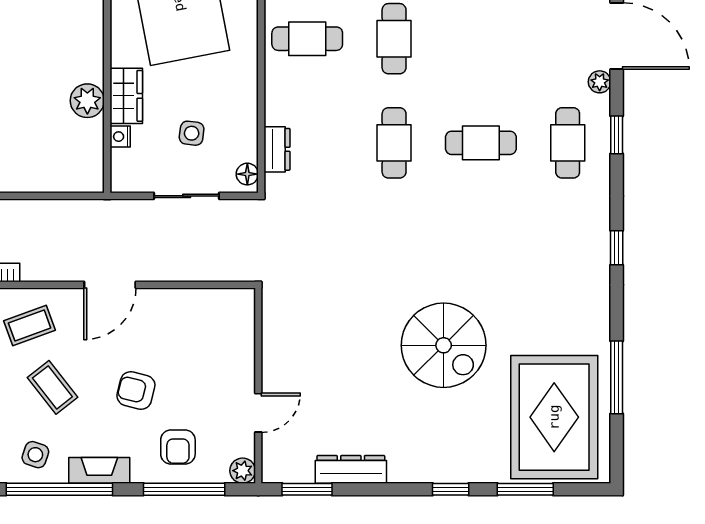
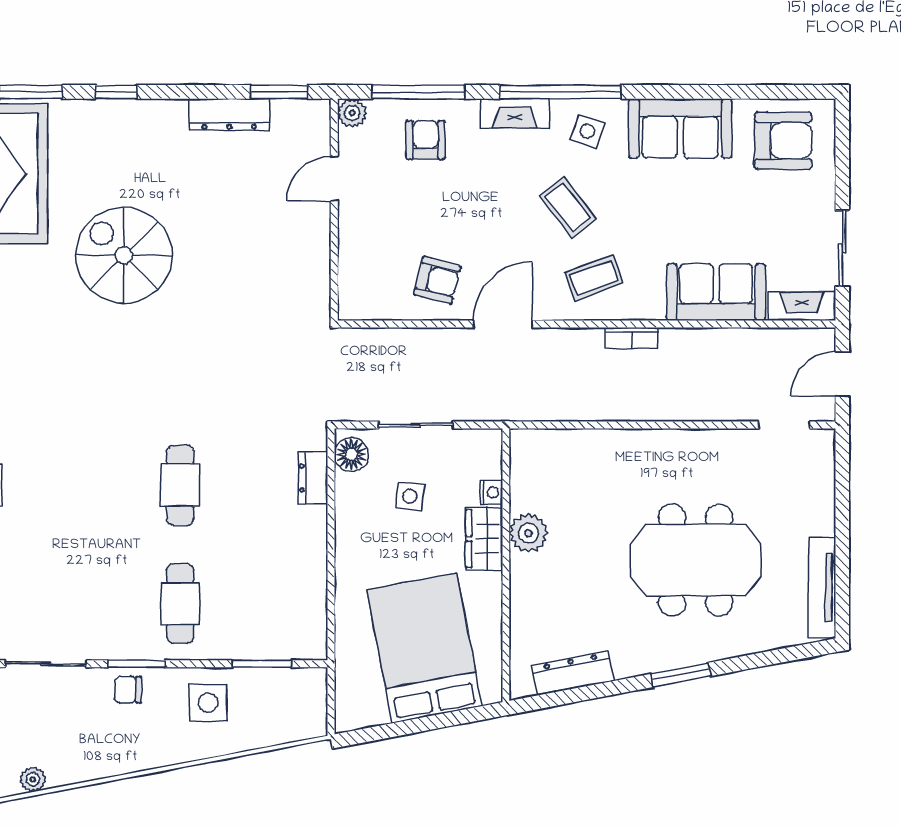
cafe table: (307, 39) -> (279, 604), removed
cafe table: (481, 143) -> (82, 485), removed
floor lamp: (247, 174) -> (351, 454), width x1.37, depth x1.37
armchair: (136, 391) -> (437, 280), moved

